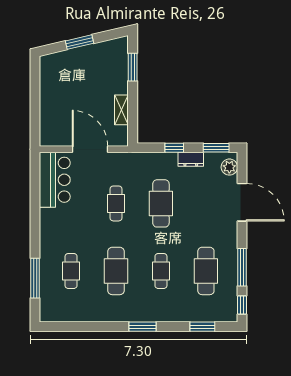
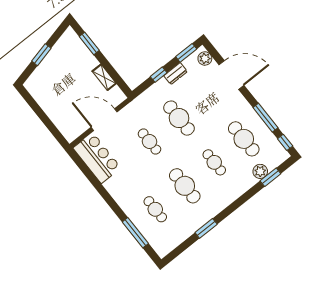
plant: (197, 314) -> (260, 171), added
window: (142, 327) -> (206, 228), moved

